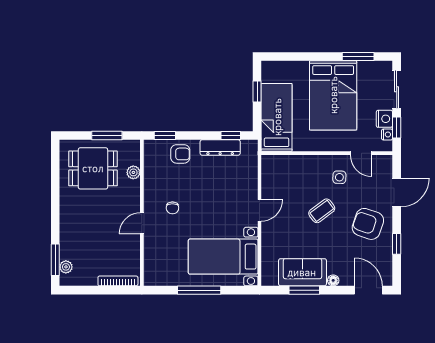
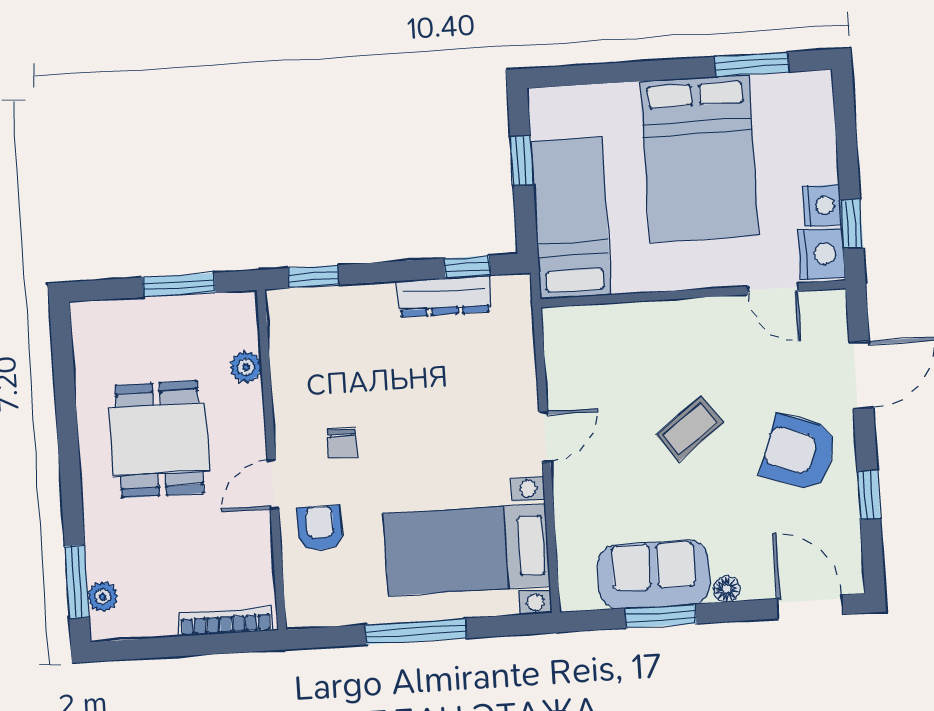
sliding door: (397, 89) -> (846, 135), removed
nightstand: (387, 134) -> (821, 254), width x1.89, depth x1.79
armchair: (180, 154) -> (320, 528), moved, turned -90
dining table: (93, 168) -> (159, 439), moved, turned 90
side table: (339, 177) -> (726, 348), removed

